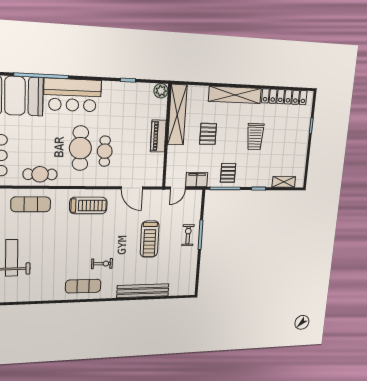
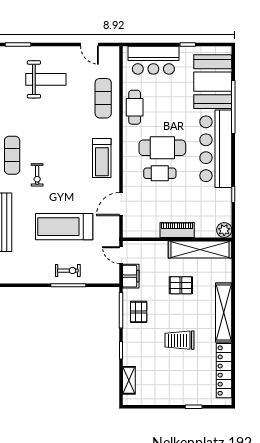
bar counter: (73, 95) -> (216, 149), width x1.36
pallet: (228, 173) -> (139, 312), turned 90
treadmill: (150, 239) -> (64, 227), width x1.37, depth x1.38

